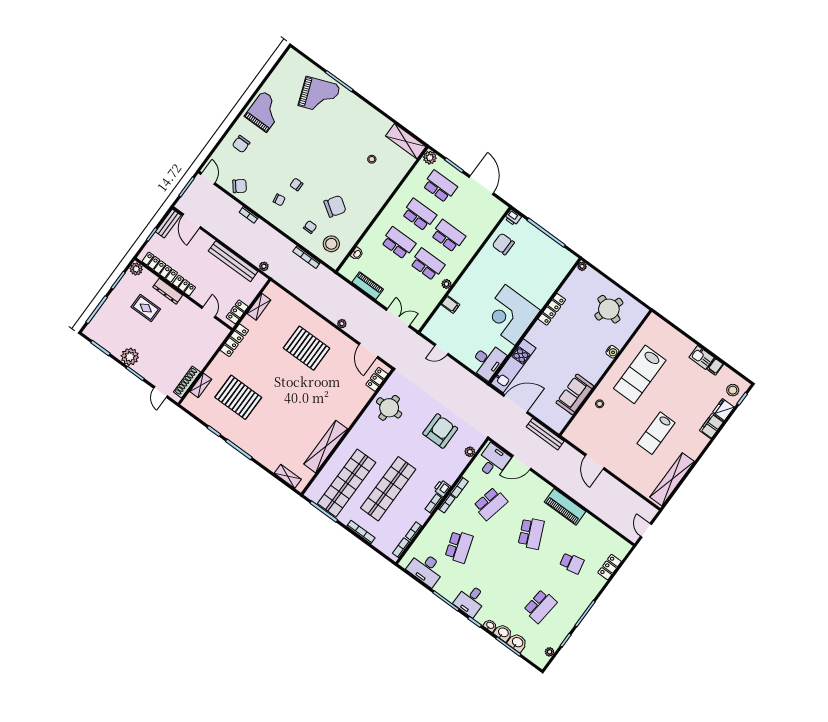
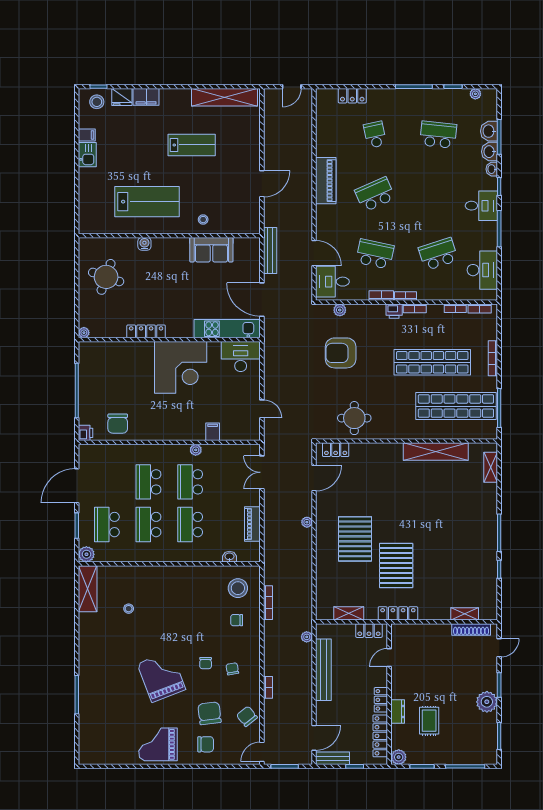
grand piano: (319, 95) -> (161, 677), moved
chair: (335, 206) -> (209, 713), moved, turned 49
dresser: (168, 291) -> (398, 711), width x0.70
pallet: (238, 397) -> (396, 566), moved

